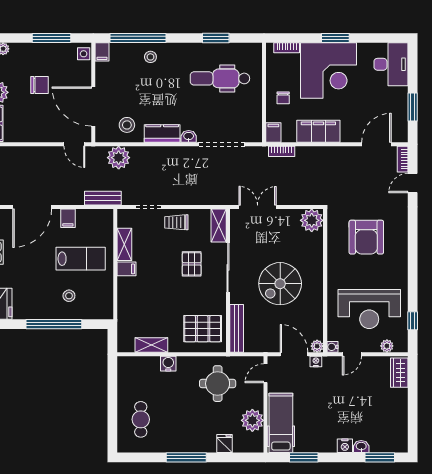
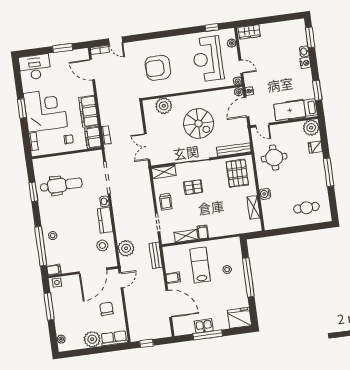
dental chair: (220, 78) -> (61, 185), turned -90
chair: (40, 85) -> (107, 309), moved
filing cabinet: (273, 132) -> (93, 137), width x2.00
plant: (312, 220) -> (164, 106), moved
armchair: (366, 237) -> (158, 68), turned 180
reception desk: (369, 309) -> (208, 59), turned 180
plant: (252, 420) -> (311, 128), moved

